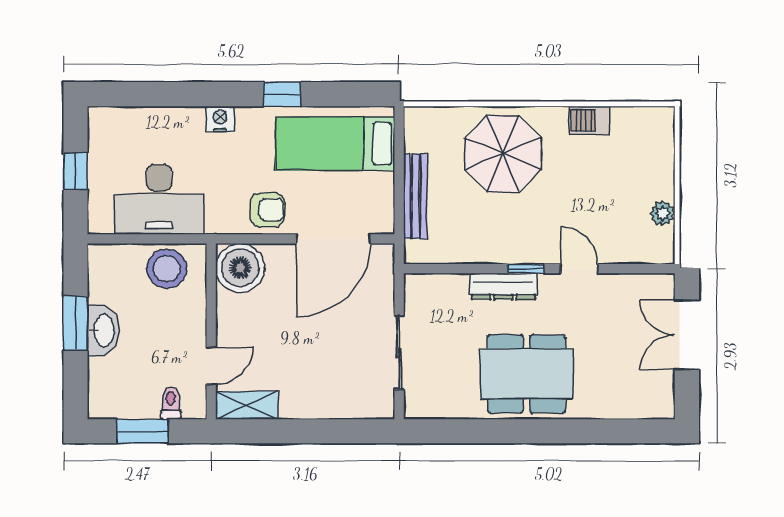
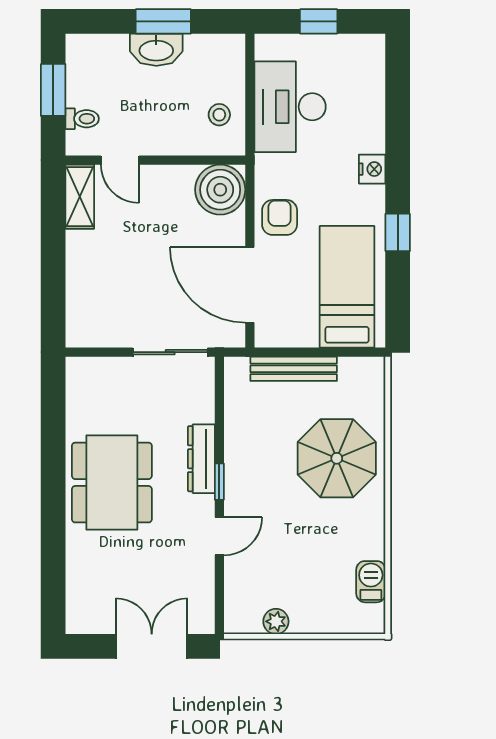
barbecue: (589, 120) -> (371, 582), moved
armchair: (267, 210) -> (280, 217), turned 180
stool: (167, 269) -> (219, 115), width x0.53, depth x0.53
sliding door: (399, 353) -> (170, 352), moved

